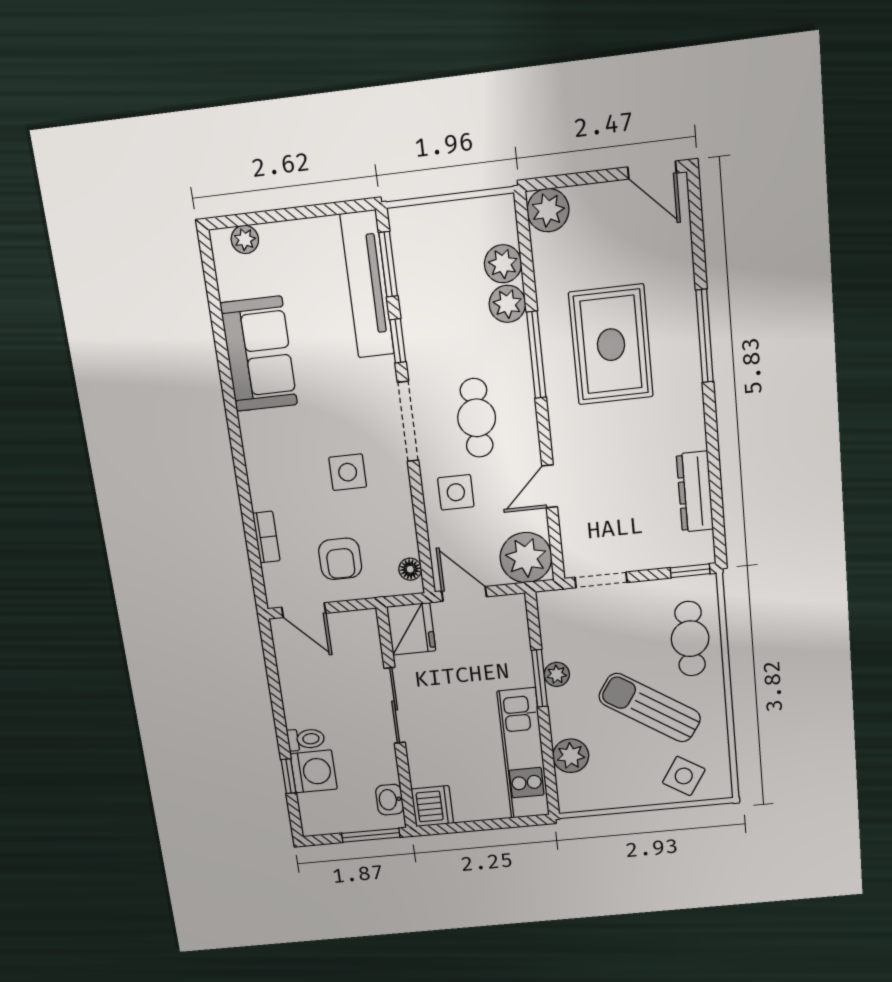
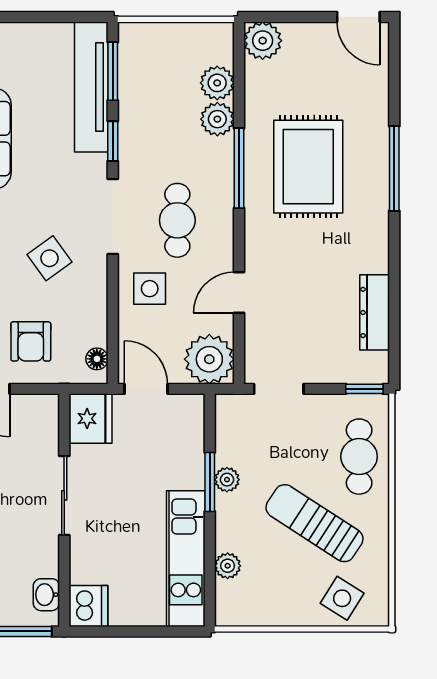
side table: (348, 472) -> (50, 258), turned -36
plant: (571, 756) -> (228, 566), width x0.73, depth x0.73

